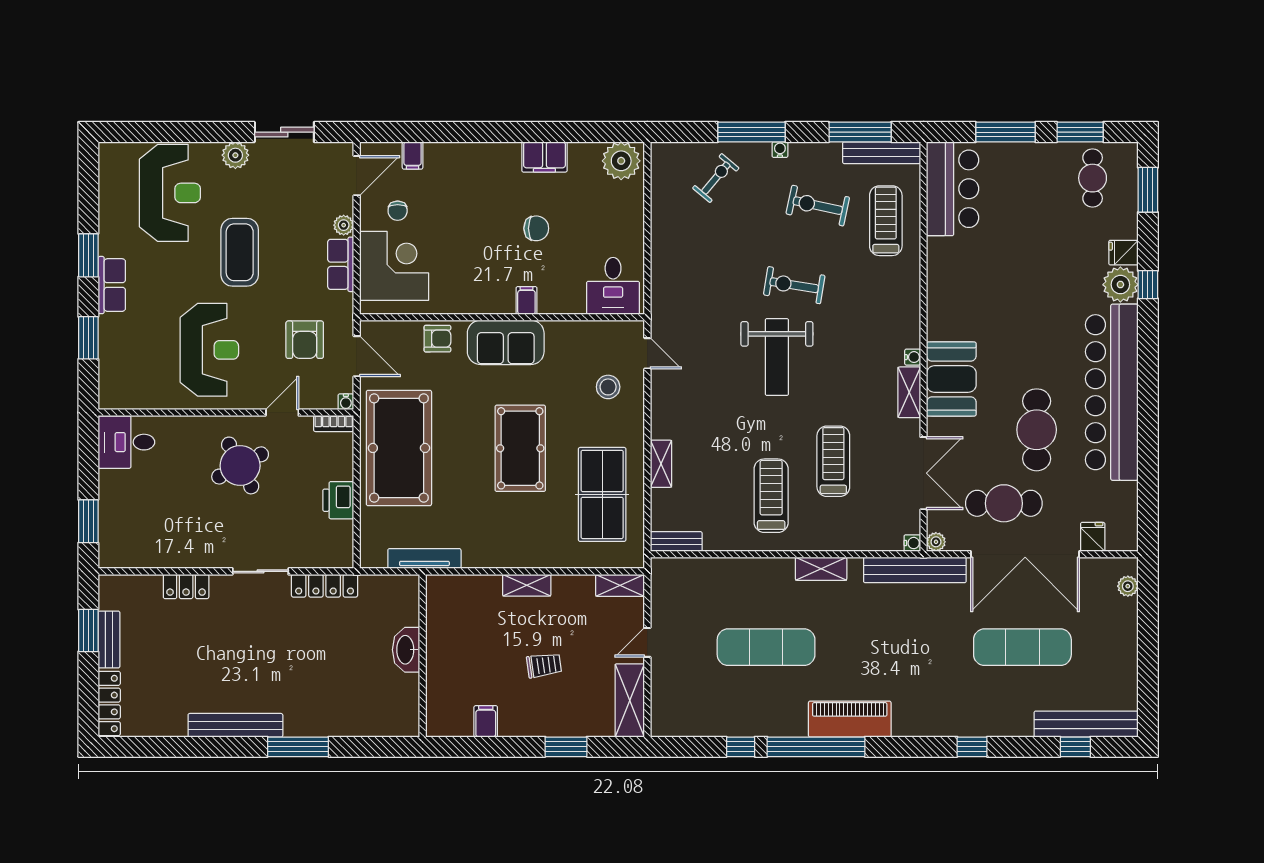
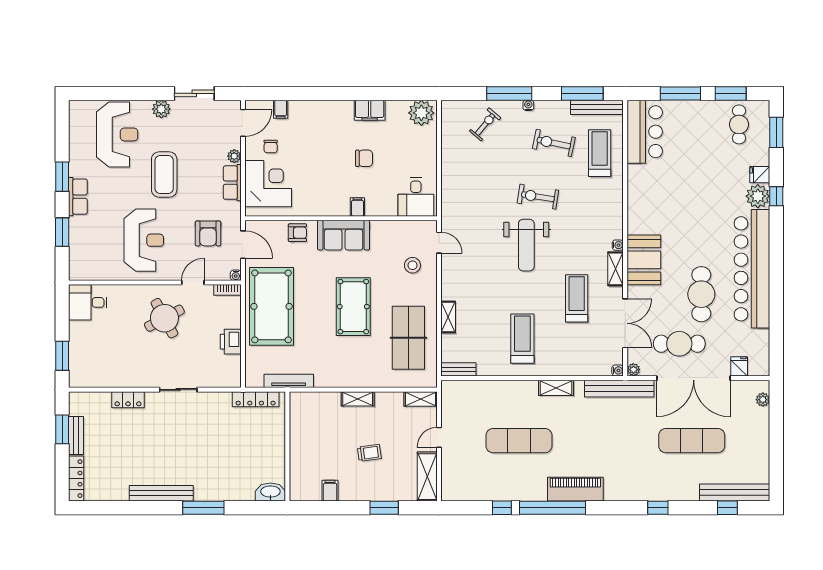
treadmill: (833, 461) -> (577, 298), moved
locker: (325, 586) -> (256, 399), moved
washbasin: (406, 650) -> (270, 492), moved, turned 90

